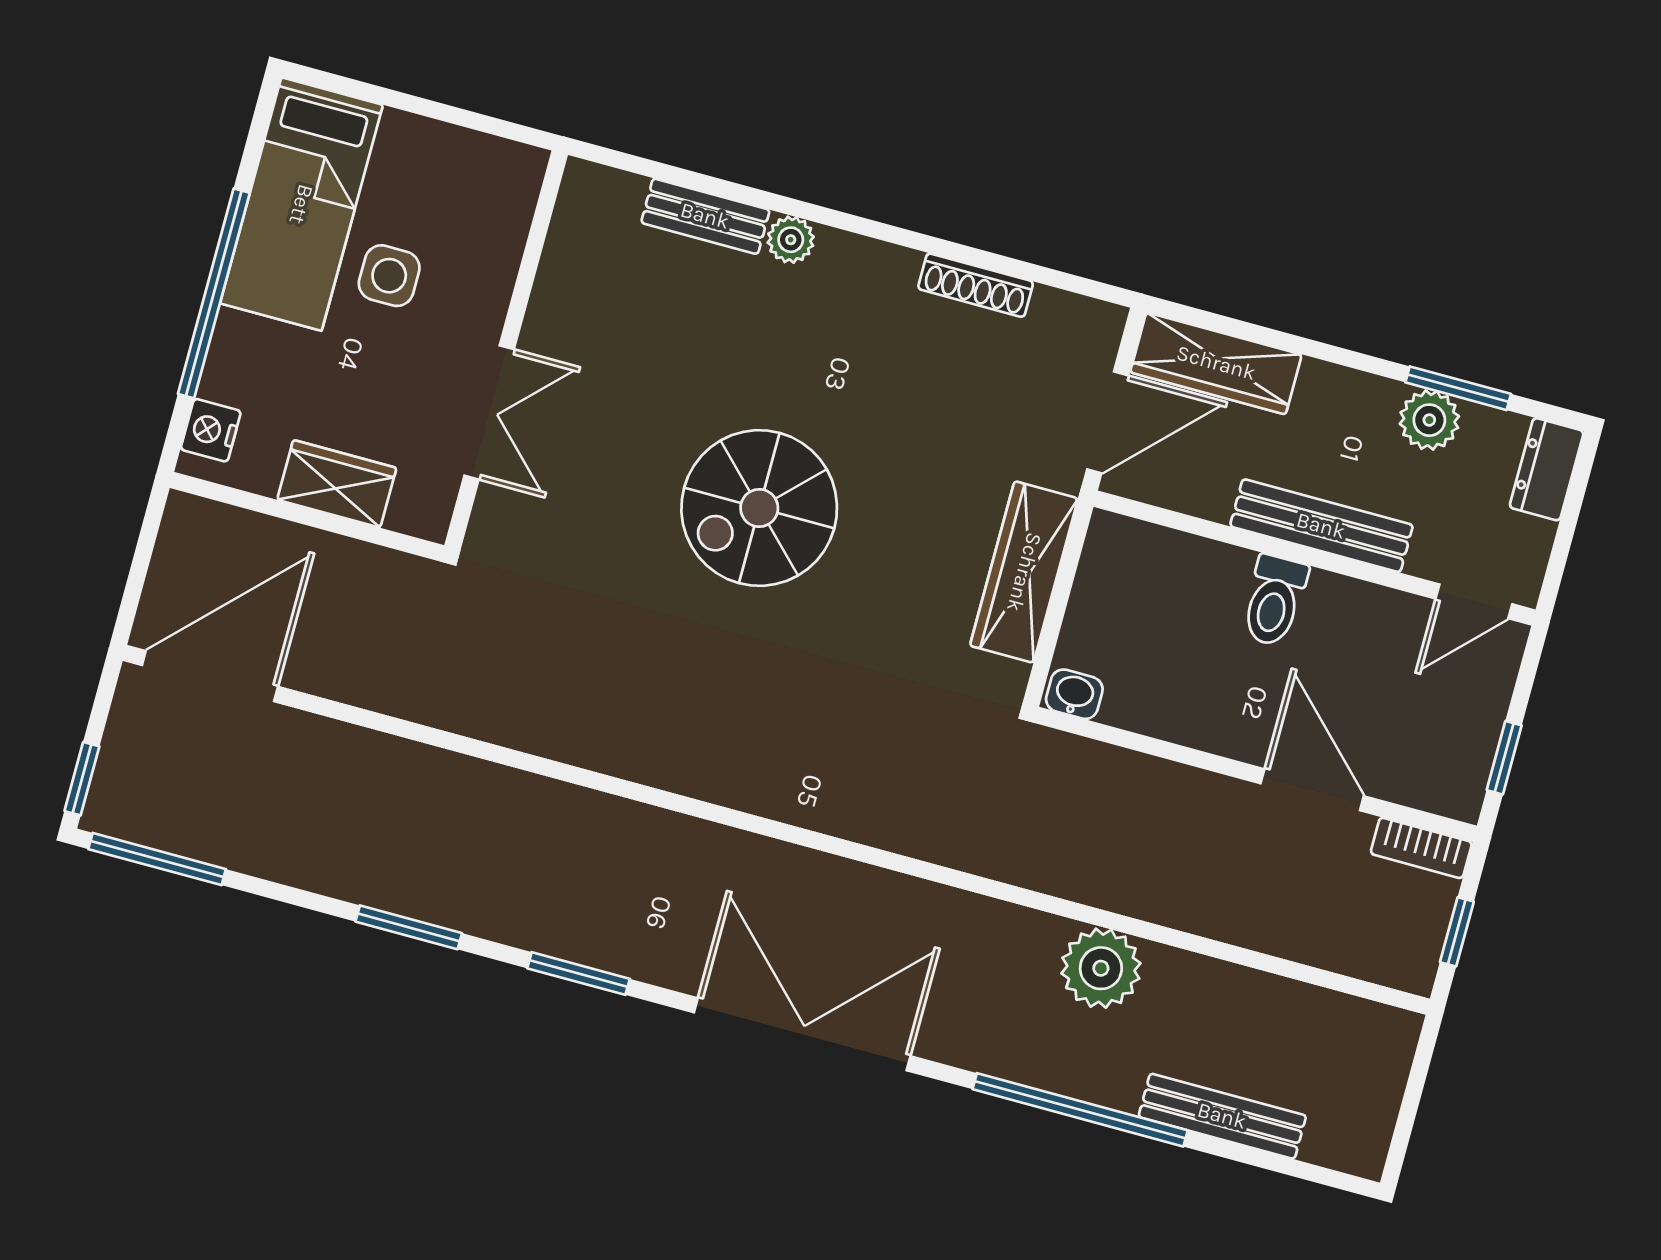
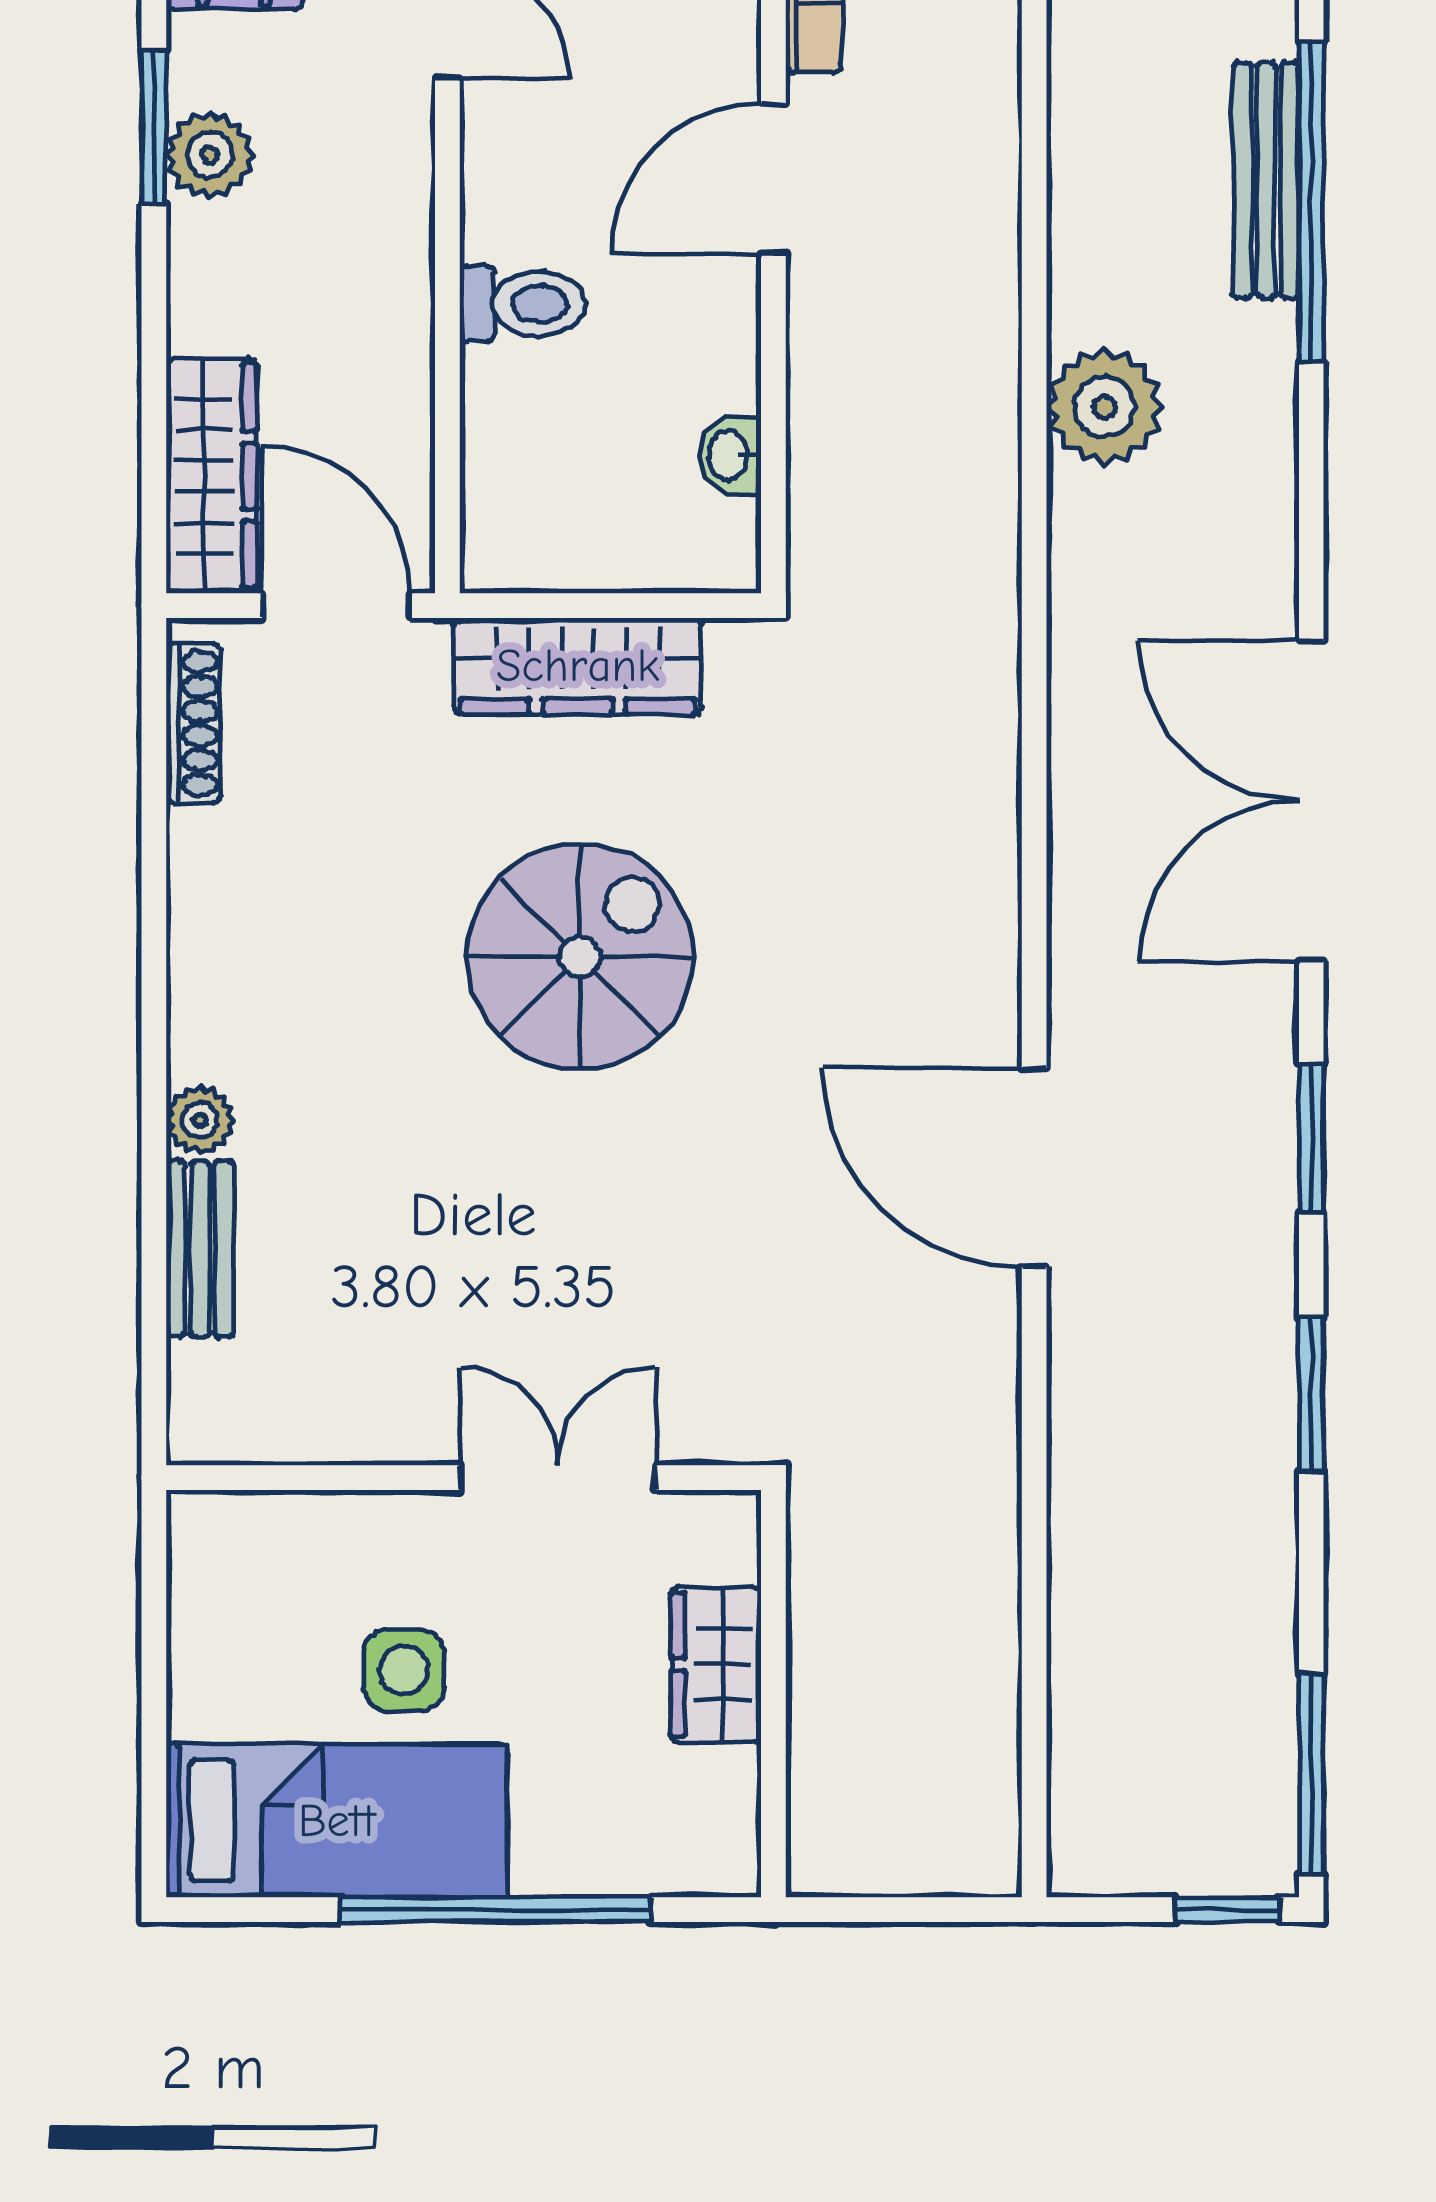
shoe rack: (976, 285) -> (193, 723), moved
nightstand: (211, 430) -> (689, 1862), removed
spiral stairs: (759, 508) -> (580, 957), moved, turned -90
bench: (1321, 526) -> (399, 266), removed
door: (210, 676) -> (1034, 1168), moved
washbasin: (1074, 694) -> (730, 456), moved
window: (1080, 1110) -> (1311, 202), moved

